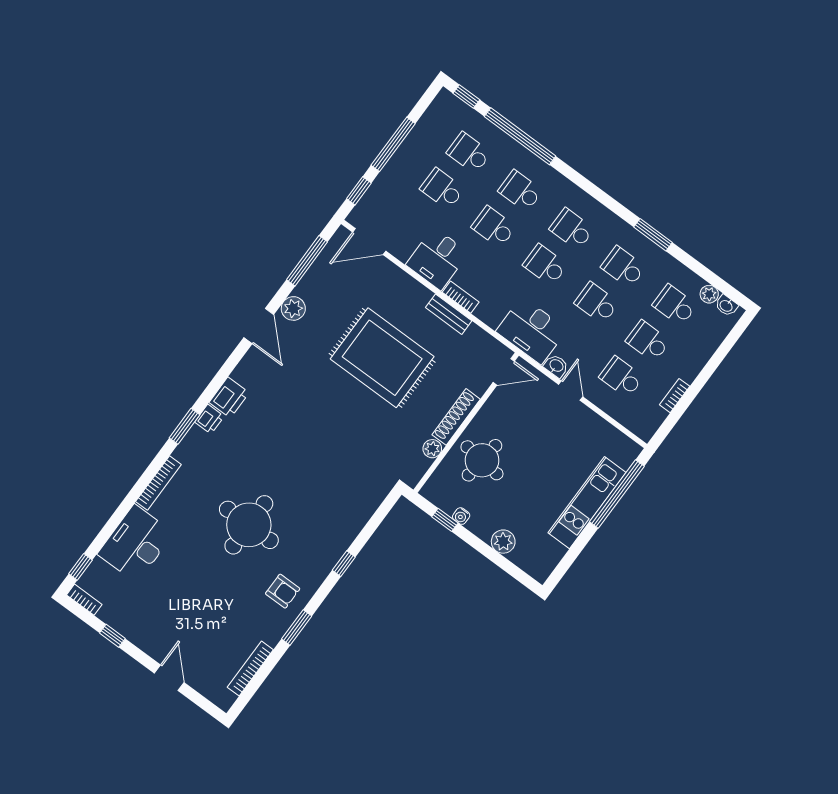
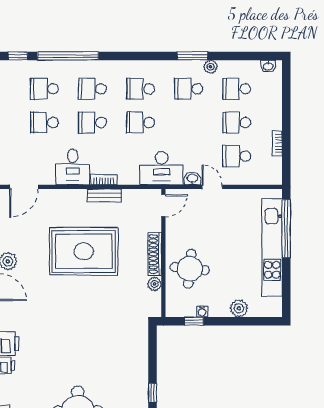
plant: (709, 294) -> (211, 67), moved
school desk: (597, 303) -> (189, 122), removed
kitchen unit: (587, 503) -> (272, 247), width x1.36

